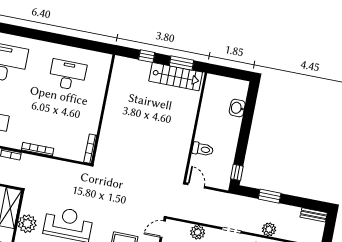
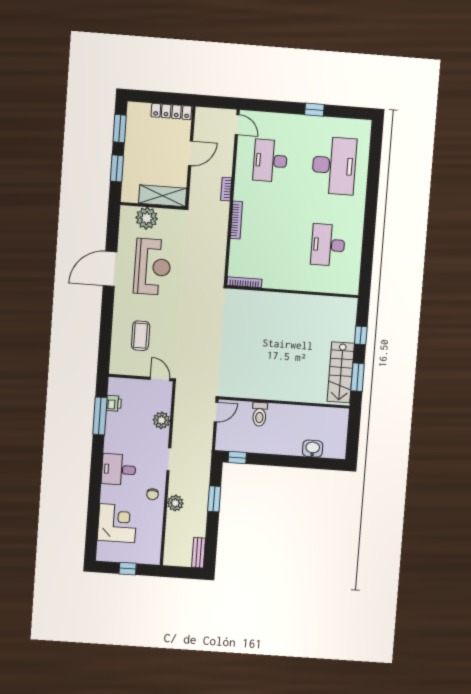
desk: (68, 75) -> (328, 245), turned 180

